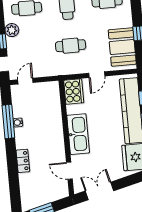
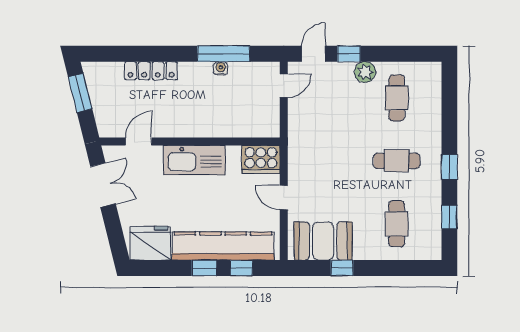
cafe table: (71, 46) -> (333, 161), removed
door: (25, 81) -> (284, 86), hinge flipped
locker: (23, 161) -> (151, 71), width x1.53

